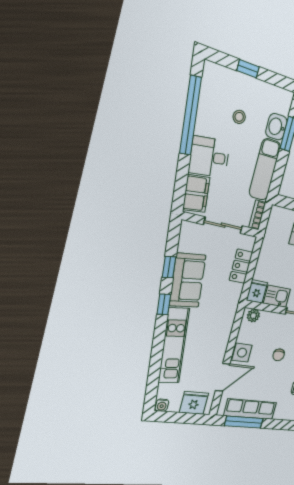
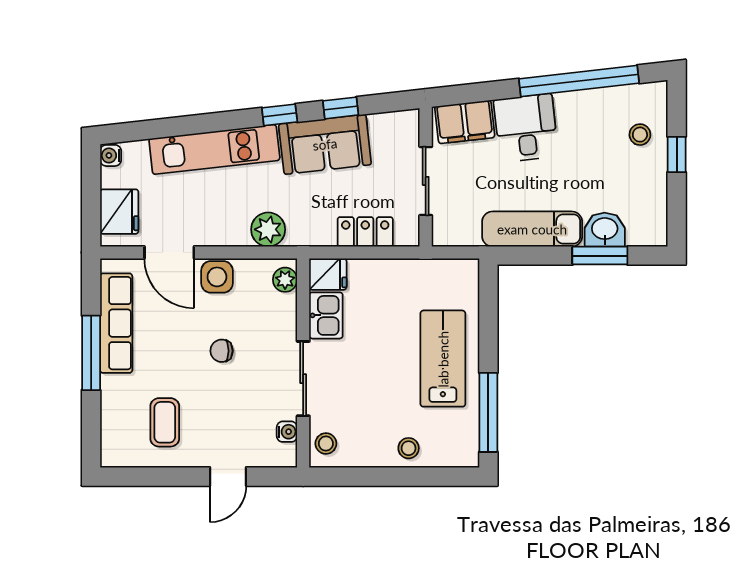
stool: (239, 117) -> (640, 135), moved
bookcase: (257, 215) -> (456, 237), removed
plant: (225, 321) -> (268, 229), added
window: (244, 422) -> (91, 353), moved

